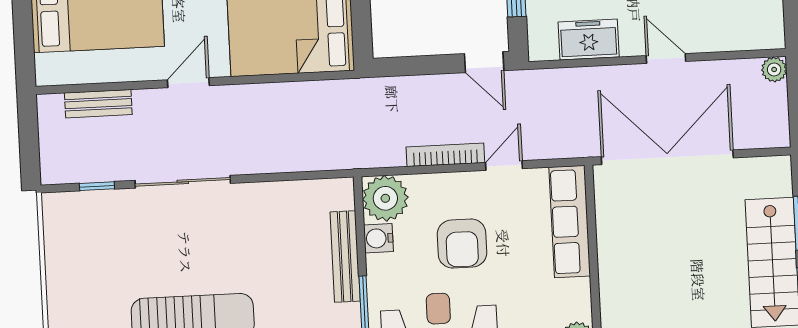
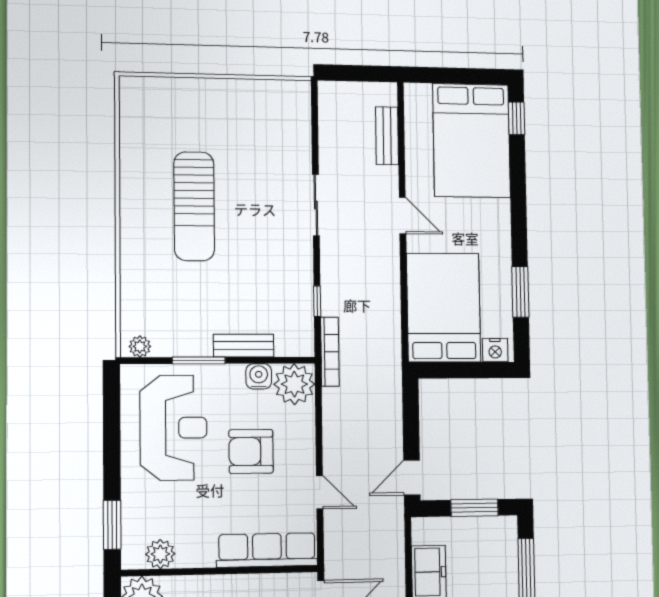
bookcase: (445, 155) -> (330, 352), moved
sliding door: (183, 182) -> (316, 205), width x0.73
window: (97, 186) -> (317, 301), moved
bench: (345, 257) -> (244, 346), width x0.73

